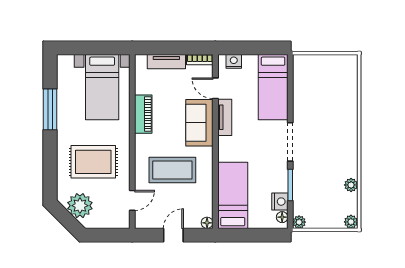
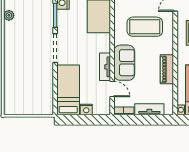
nightstand: (234, 61) -> (86, 109), moved

